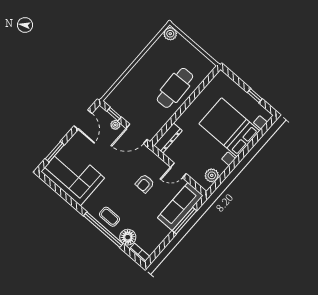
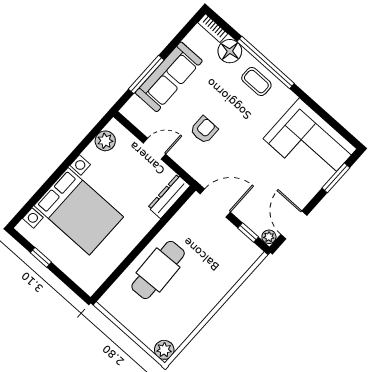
plant: (115, 125) -> (269, 237), moved
sofa: (180, 207) -> (169, 77), moved

